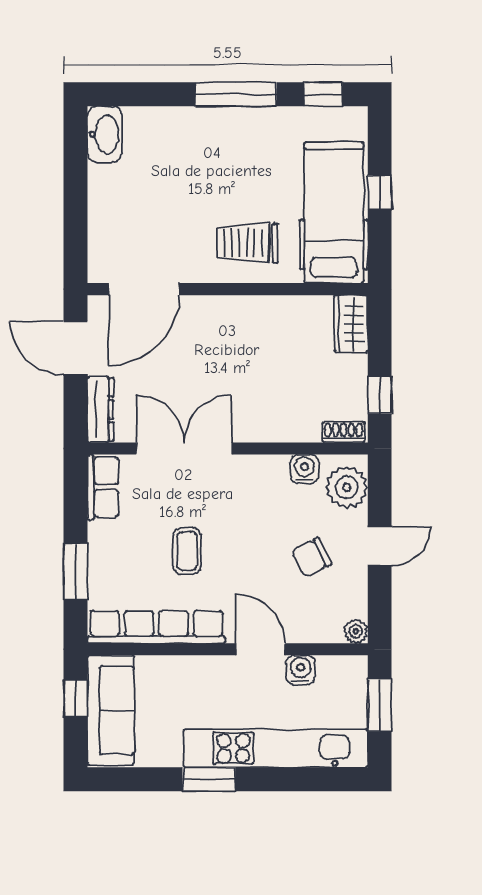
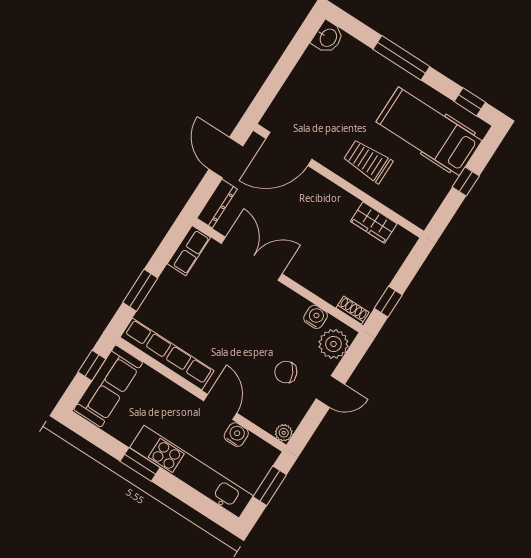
window: (236, 94) -> (401, 58), moved
washbasin: (105, 134) -> (328, 37), width x0.72
hospital bed: (334, 213) -> (429, 131), moved, turned -90
wardrobe: (351, 324) -> (374, 223), moved, turned -90
coffee table: (187, 551) -> (214, 321), removed

